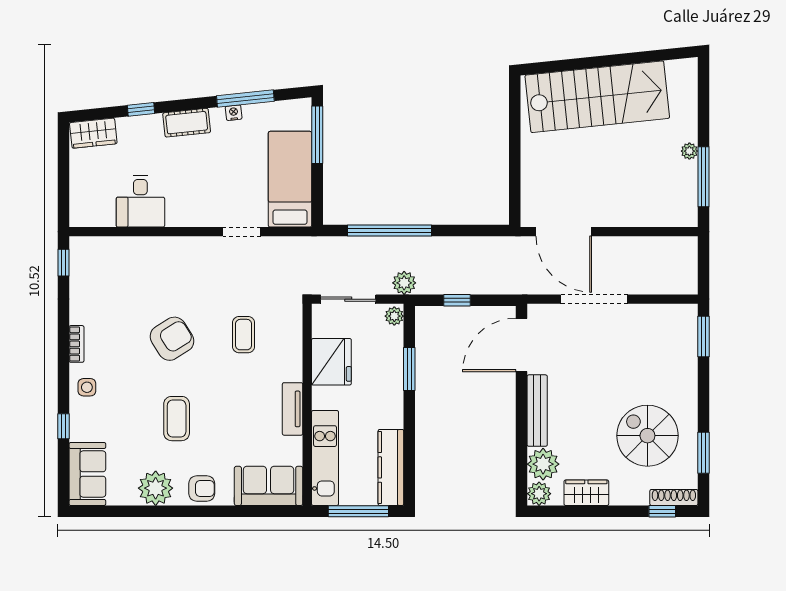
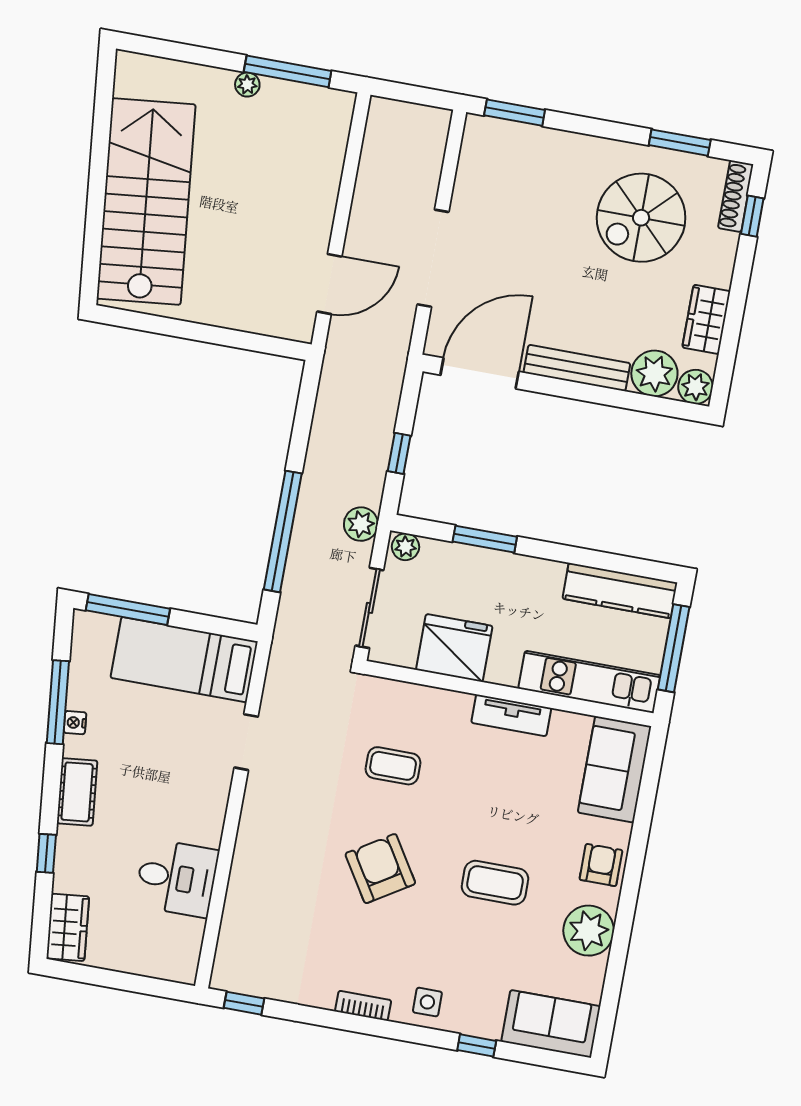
door: (564, 232) -> (329, 284), width x0.73
door: (522, 345) -> (480, 373), swing flipped

